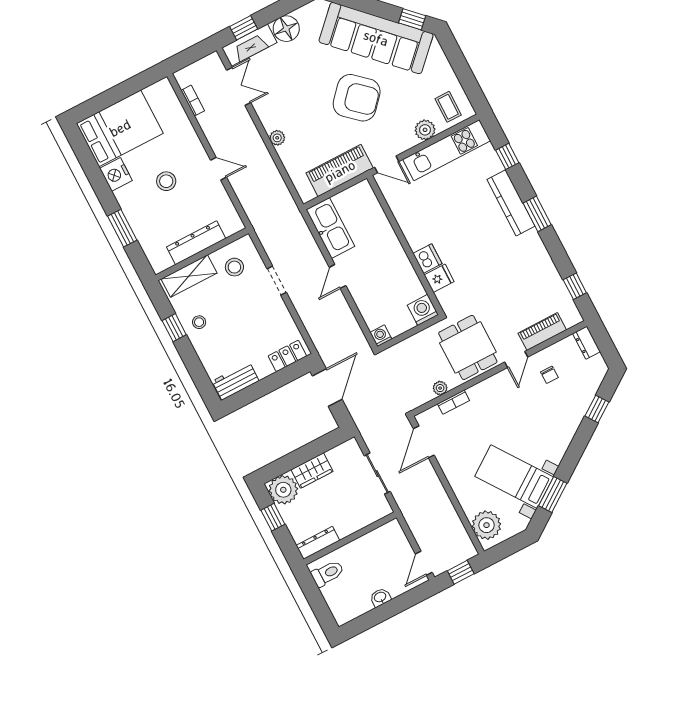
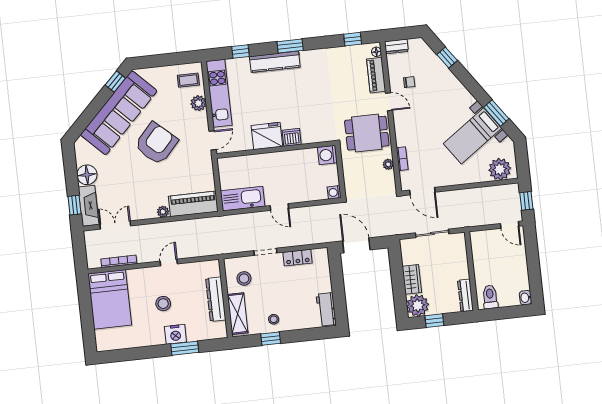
bookcase: (193, 101) -> (119, 261), width x1.56
bed: (120, 128) -> (110, 299), moved, turned 180
piano: (340, 171) -> (193, 204), moved, turned 90
nightstand: (116, 174) -> (175, 334), moved
fridge: (439, 278) -> (267, 136), moved, width x1.88, depth x1.34
floor lamp: (571, 321) -> (376, 52), added
locker: (287, 356) -> (298, 258), moved, turned -90
washbasin: (380, 597) -> (526, 298), moved

